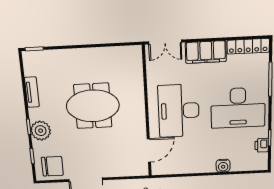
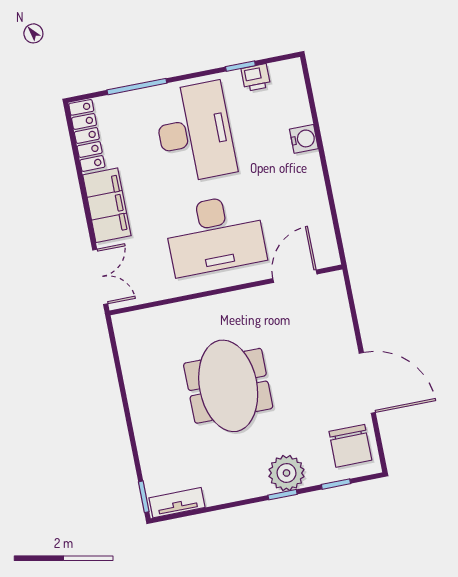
tv unit: (32, 92) -> (177, 503), moved
door: (149, 150) -> (295, 276), hinge flipped
chair: (52, 166) -> (350, 446), turned 180

